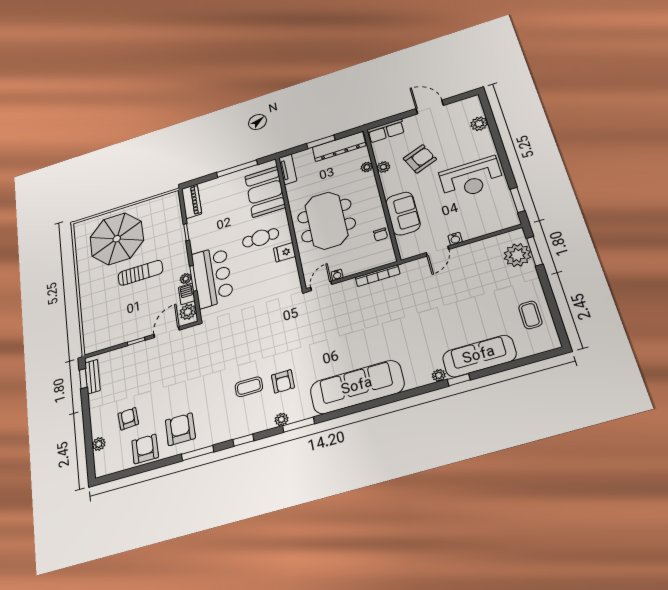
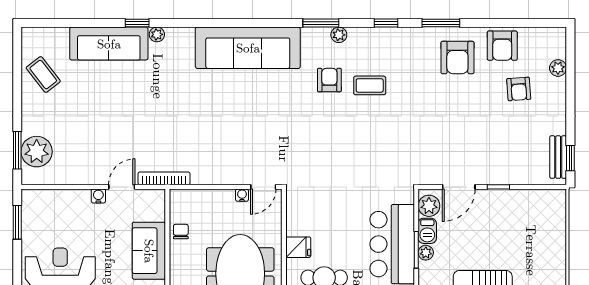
bookcase: (378, 276) -> (164, 178), moved
coffee table: (530, 315) -> (43, 75), turned -38

